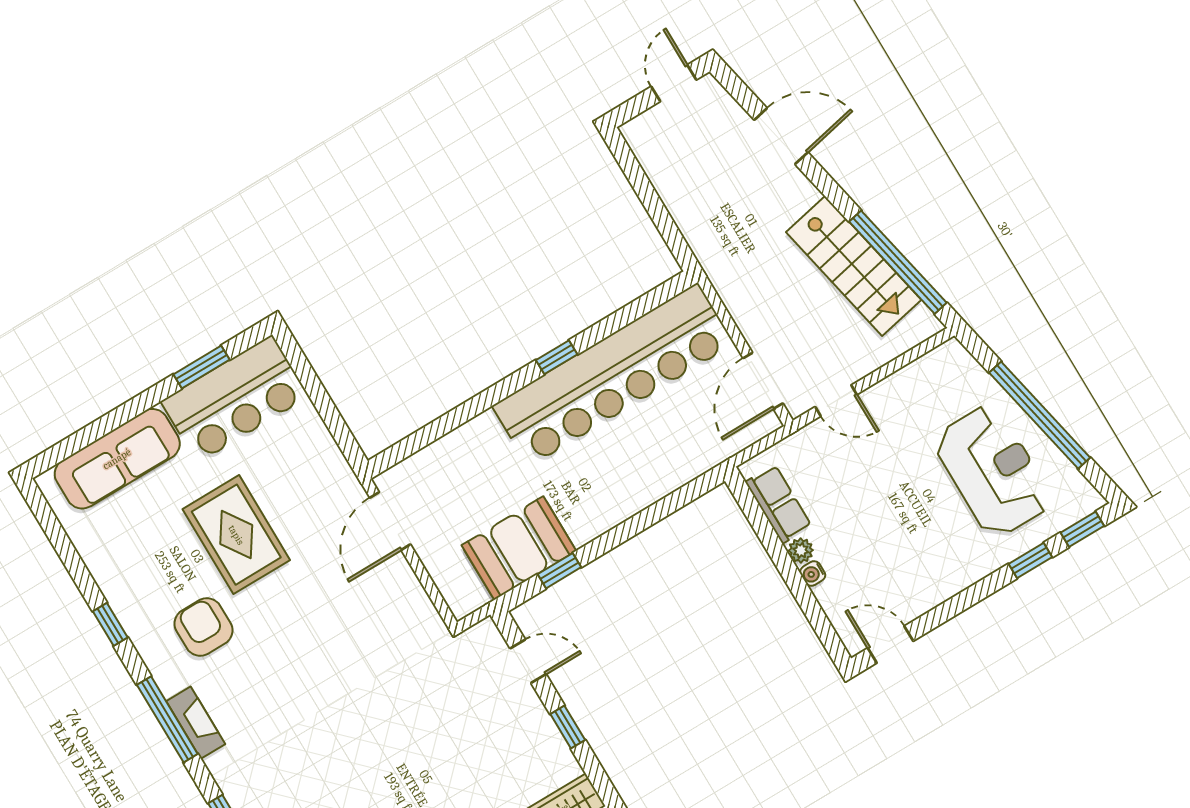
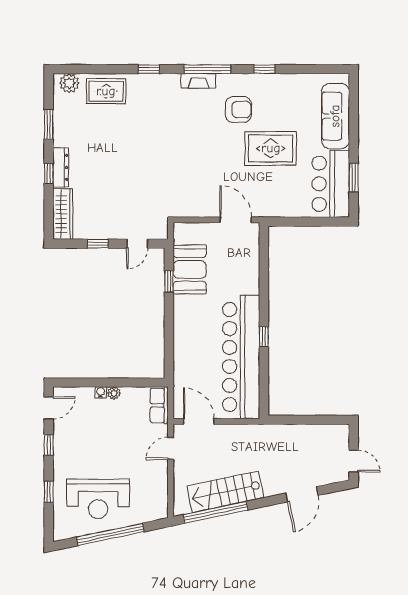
row of seats: (779, 504) -> (159, 405), moved, turned 90
window: (1082, 529) -> (49, 445), moved

